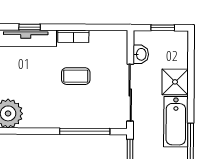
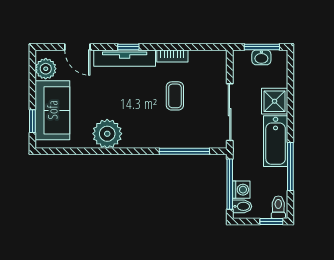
window: (163, 28) -> (262, 47), width x1.50
washbasin: (141, 54) -> (261, 57), moved, turned 90
coffee table: (76, 76) -> (175, 96), turned 90

